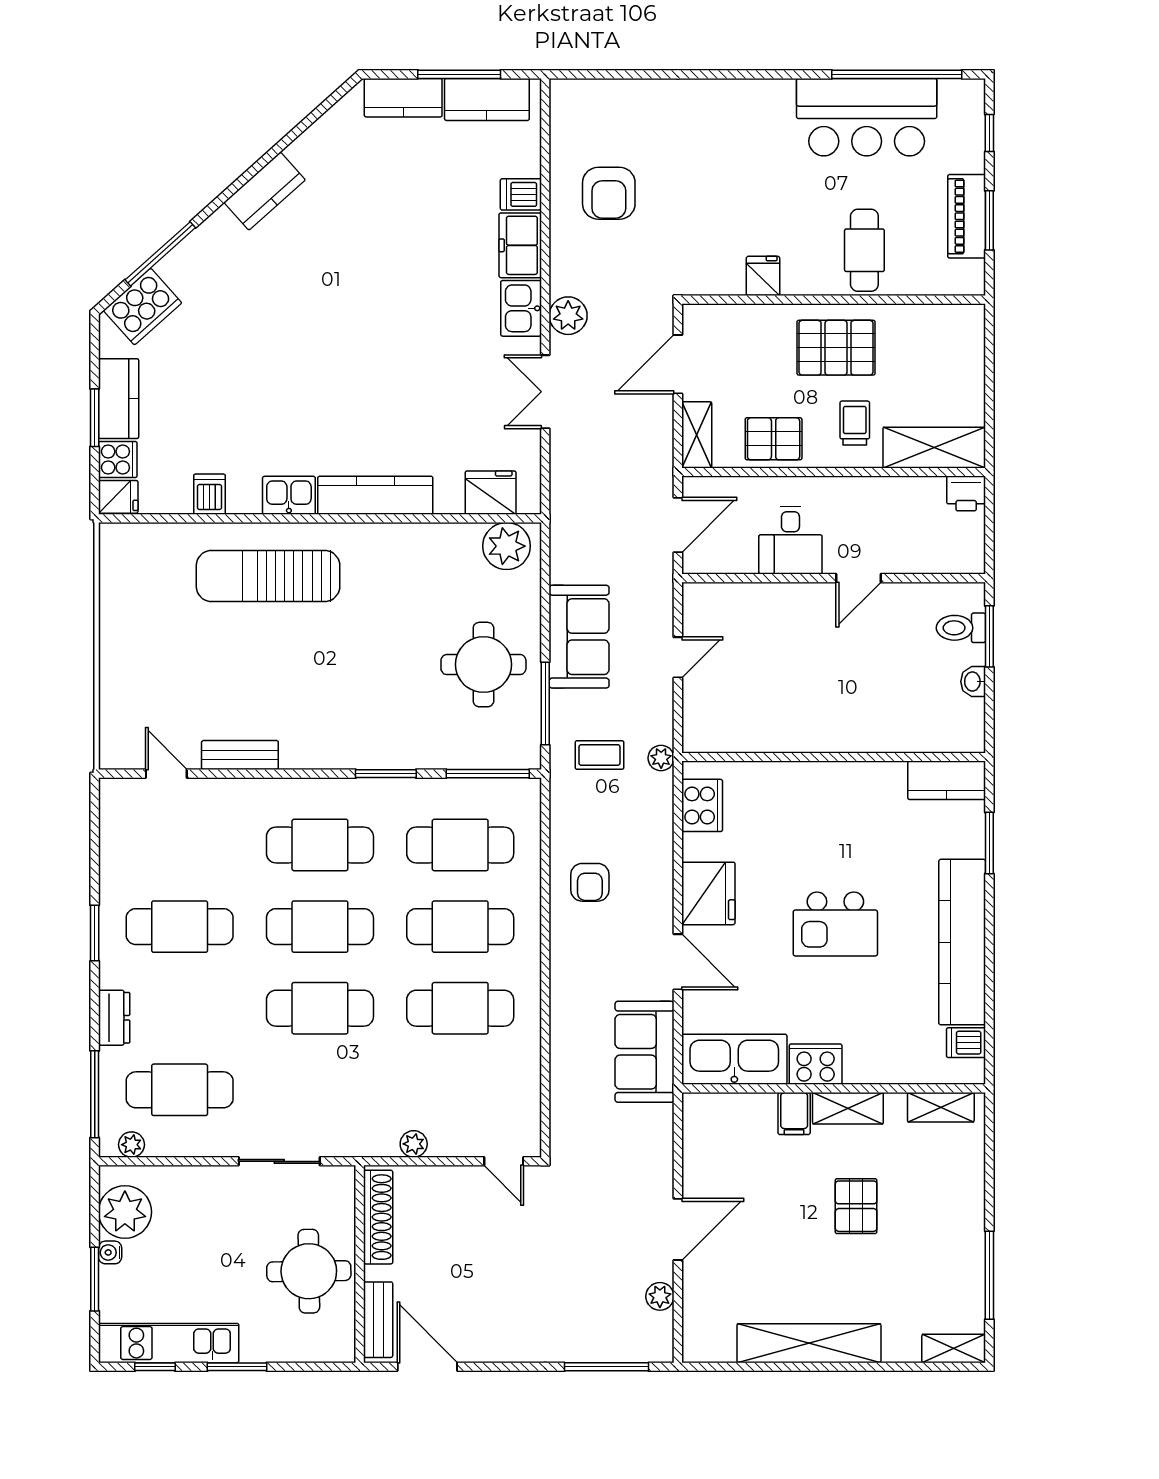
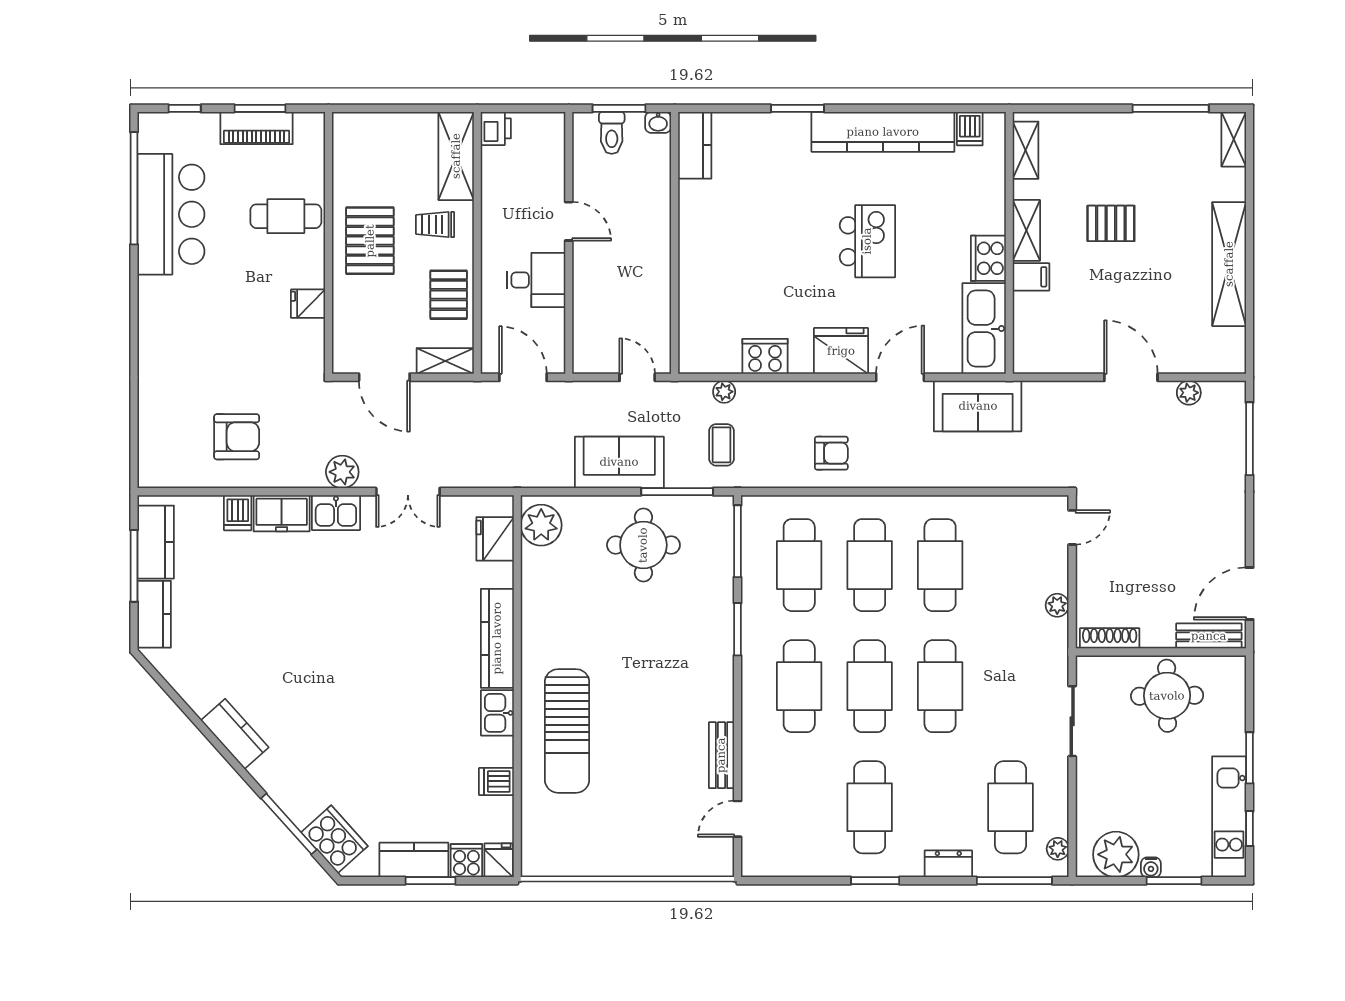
wall: (834, 757) -> (675, 243), moved
kitchen counter: (947, 780) -> (695, 145), moved
shoe rack: (378, 1217) -> (1110, 638), width x0.74, depth x0.81

